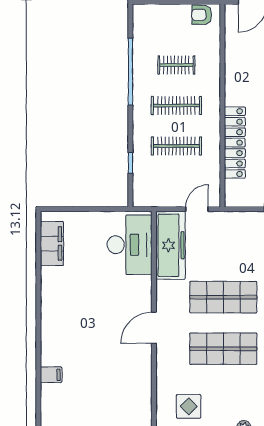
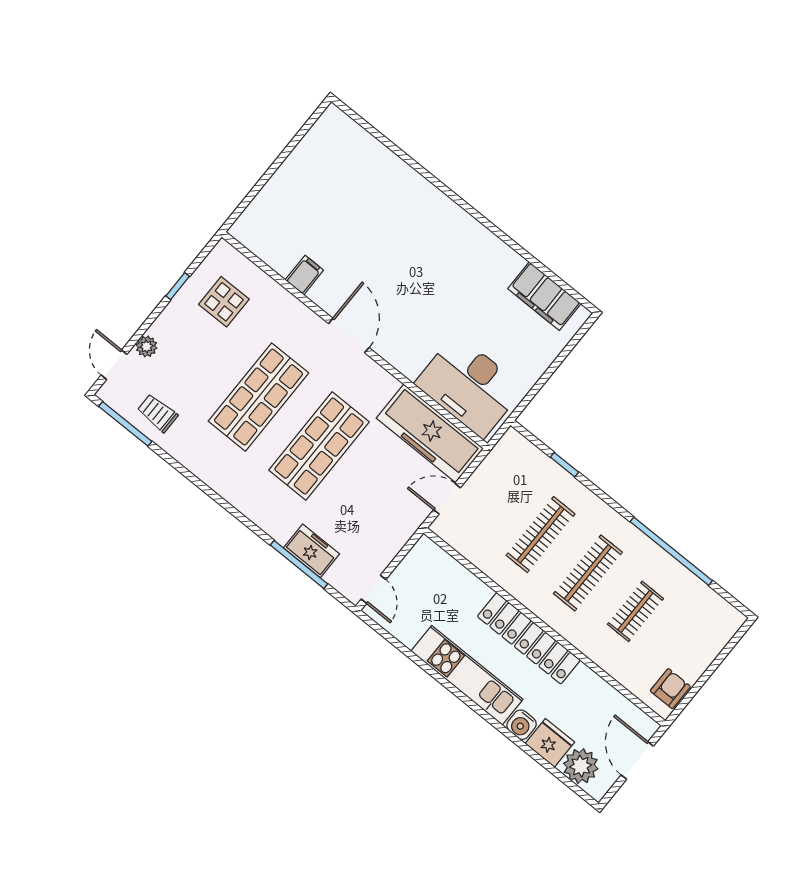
locker: (235, 143) -> (529, 638), moved
door: (197, 209) -> (447, 499), swing flipped
filing cabinet: (51, 375) -> (304, 275), moved, turned 180

